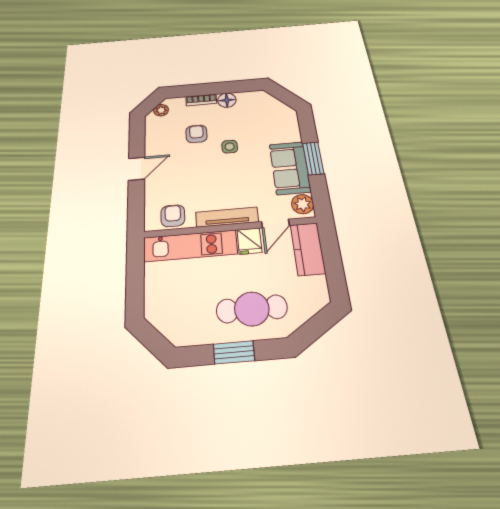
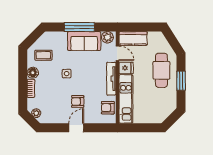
coffee table: (257, 112) -> (43, 55), added
armchair: (196, 134) -> (78, 102), moved
window: (313, 158) -> (79, 27), width x1.44
door: (137, 169) -> (76, 128), hinge flipped

